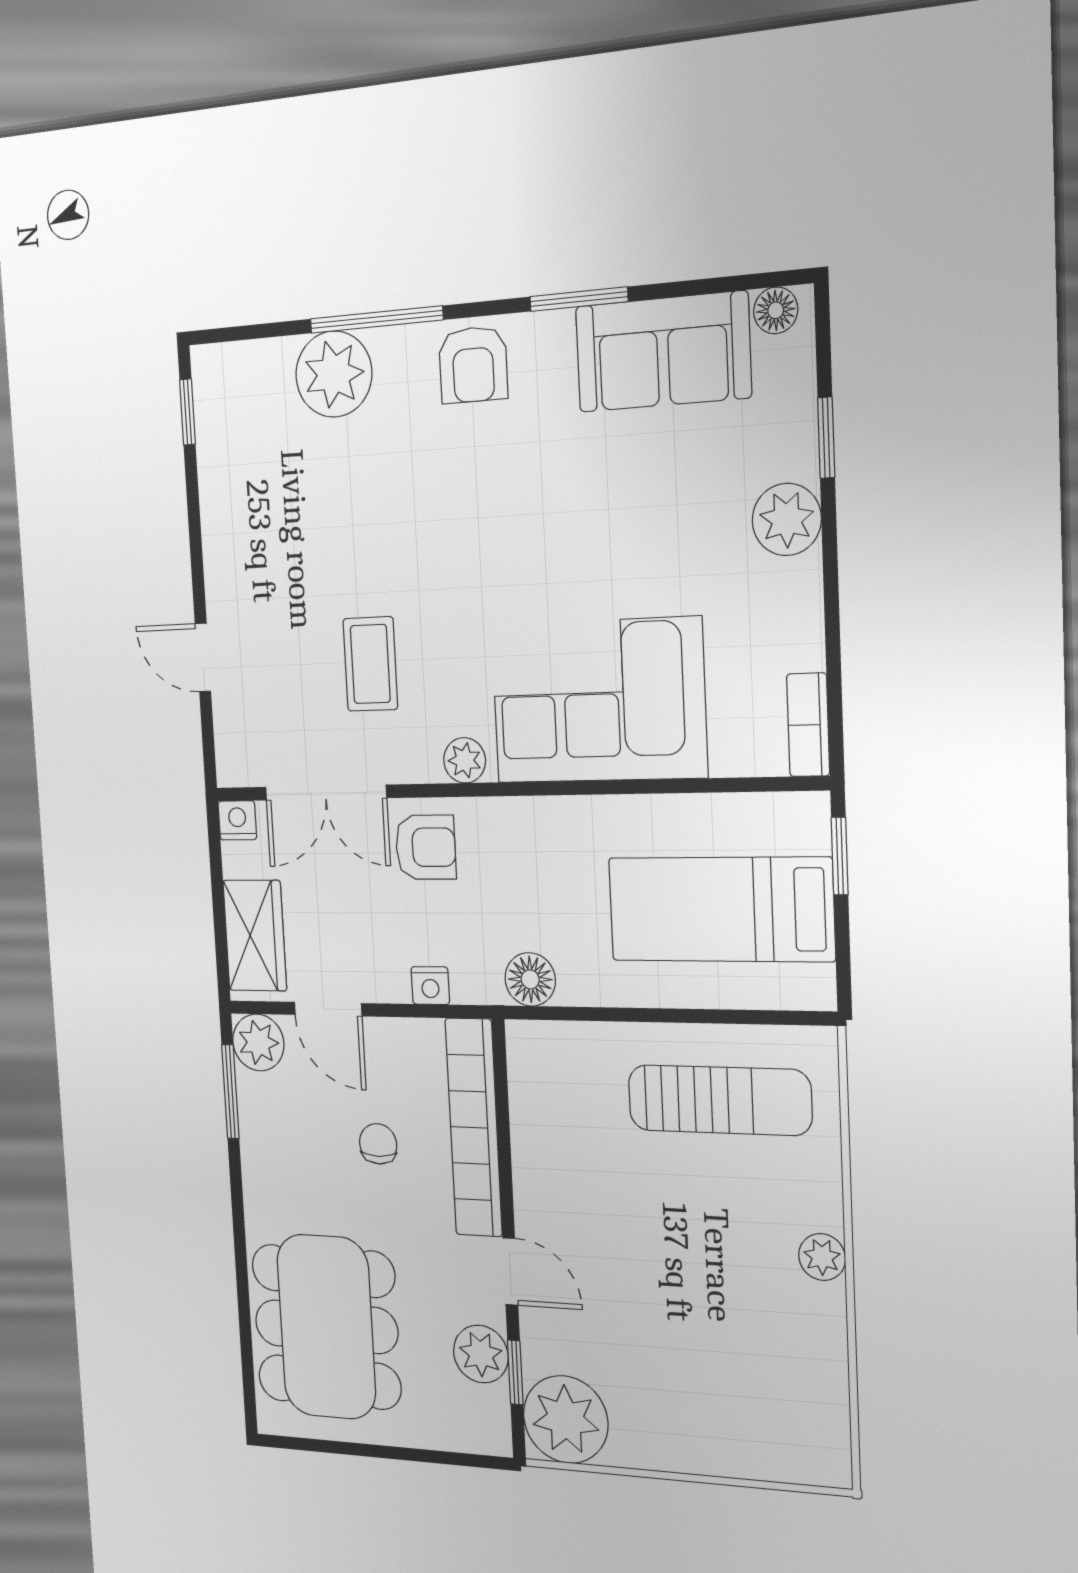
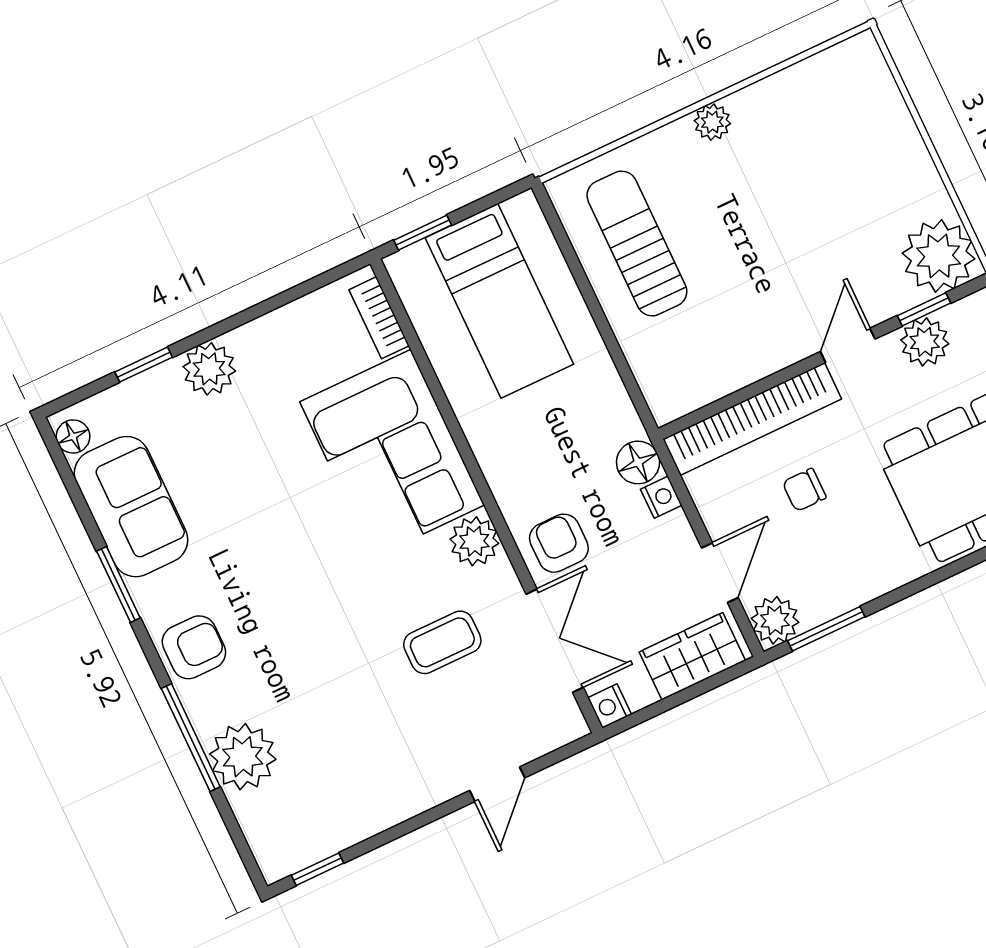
bookcase: (808, 725) -> (379, 318), moved, turned 90
plant: (465, 760) -> (474, 541), width x1.38, depth x1.38
floor lamp: (530, 979) -> (638, 462), moved

